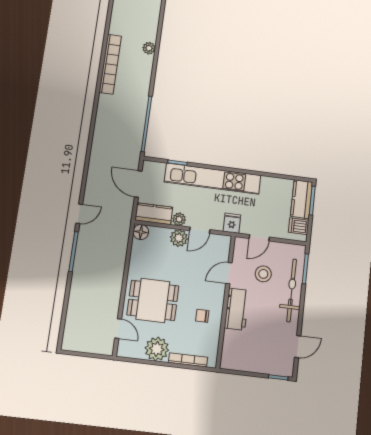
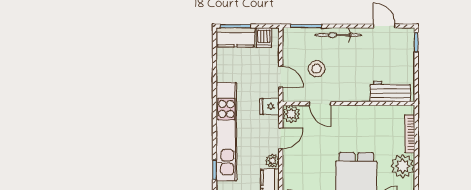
door: (200, 230) -> (281, 138), hinge flipped
plant: (179, 238) -> (291, 114), moved
bicycle: (292, 290) -> (338, 35), width x0.73, depth x0.71
workbench: (237, 309) -> (390, 92), moved
chair: (202, 316) -> (365, 125), removed

